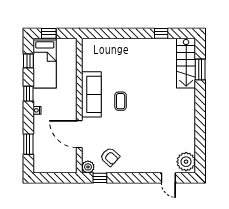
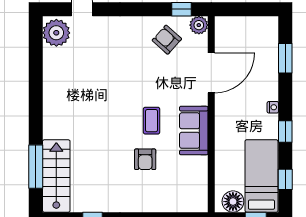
floor lamp: (64, 45) -> (233, 202), added
window: (200, 70) -> (36, 167), width x1.44
armchair: (125, 75) -> (145, 159), added
sofa: (91, 94) -> (194, 131), width x0.73
door: (79, 134) -> (211, 73), hinge flipped

